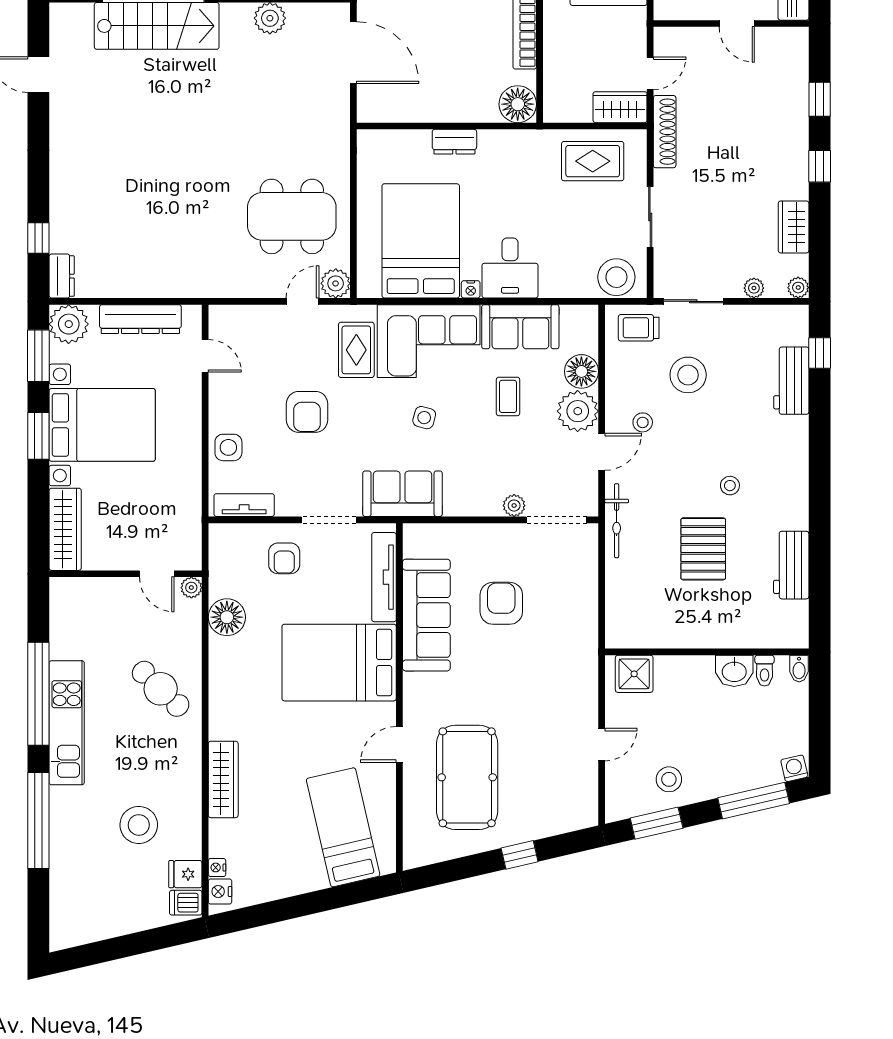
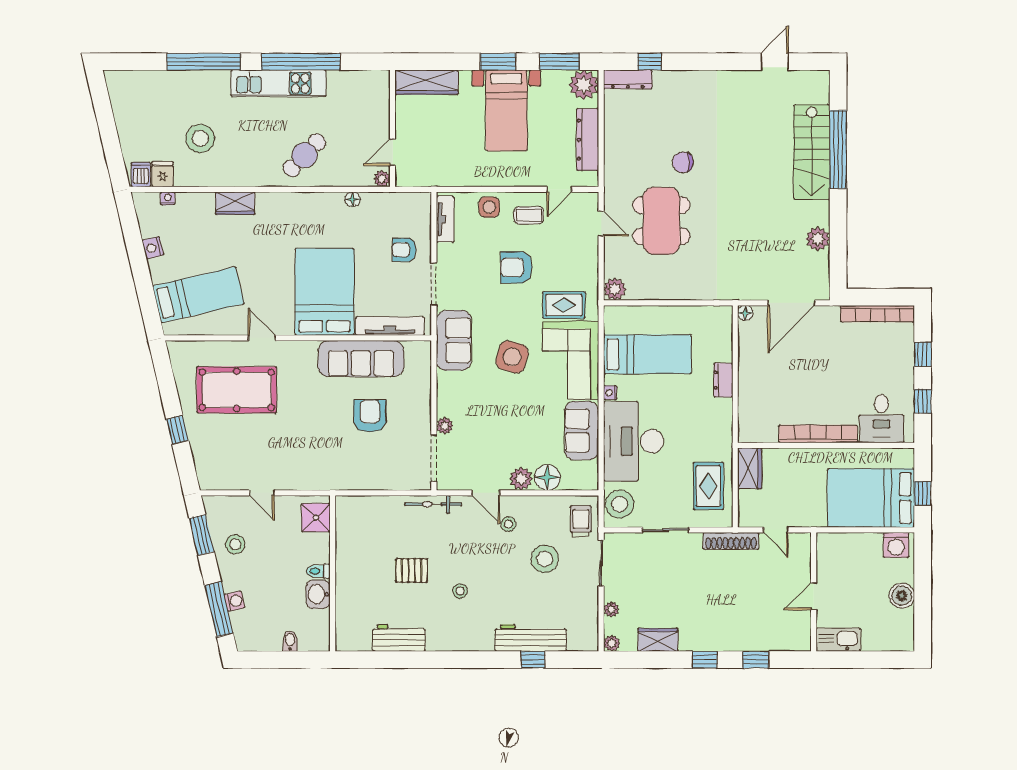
floor lamp: (518, 104) -> (745, 313), moved, width x0.53, depth x0.53
wardrobe: (620, 107) -> (750, 468), moved
chair: (170, 195) -> (683, 162), added
dining table: (292, 216) -> (661, 221), moved
bed: (421, 241) -> (647, 354), width x0.67
desk: (510, 268) -> (633, 441), width x1.87, depth x1.30
dresser: (62, 276) -> (628, 79), width x1.44
door: (303, 301) -> (601, 224), moved
window: (820, 353) -> (533, 660), moved
workbench: (791, 381) -> (531, 638), width x1.37
coffee table: (508, 396) -> (529, 215), moved
plant: (578, 411) -> (521, 479), width x0.73, depth x0.73
side table: (424, 418) -> (512, 357), width x1.87, depth x1.87
bed with nightstands: (102, 425) -> (506, 110), width x0.73
pallet: (703, 549) -> (412, 571), width x0.67, depth x0.71
armchair: (501, 603) -> (370, 416), turned -90
floor lamp: (227, 617) -> (353, 199), width x0.53, depth x0.53
bidet: (799, 669) -> (290, 641), moved, turned 90
toilet: (764, 671) -> (318, 571), moved
washing machine: (794, 768) -> (235, 601), moved
wardrobe: (223, 779) -> (235, 203), width x0.67
nightstand: (220, 891) -> (153, 248), moved, turned -103

